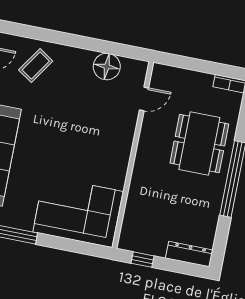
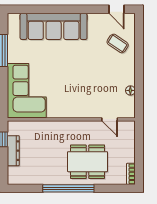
floor lamp: (107, 67) -> (130, 90), width x0.53, depth x0.53
dresser: (189, 254) -> (13, 151), moved

